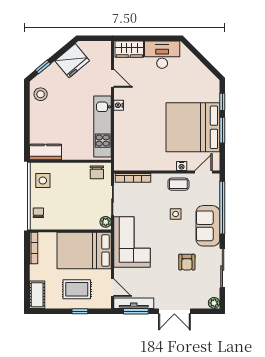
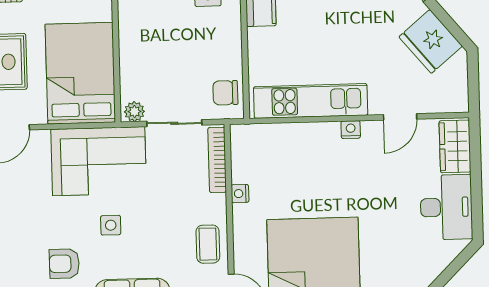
nightstand: (182, 166) -> (240, 194), moved
side table: (176, 214) -> (111, 225), moved

